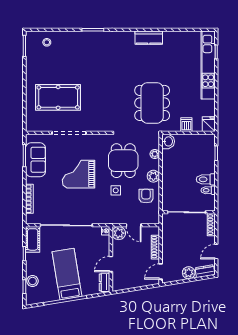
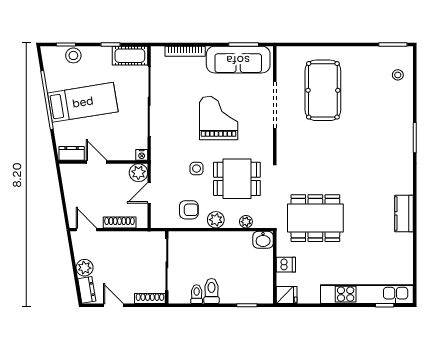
sofa: (35, 160) -> (238, 60), width x1.36

